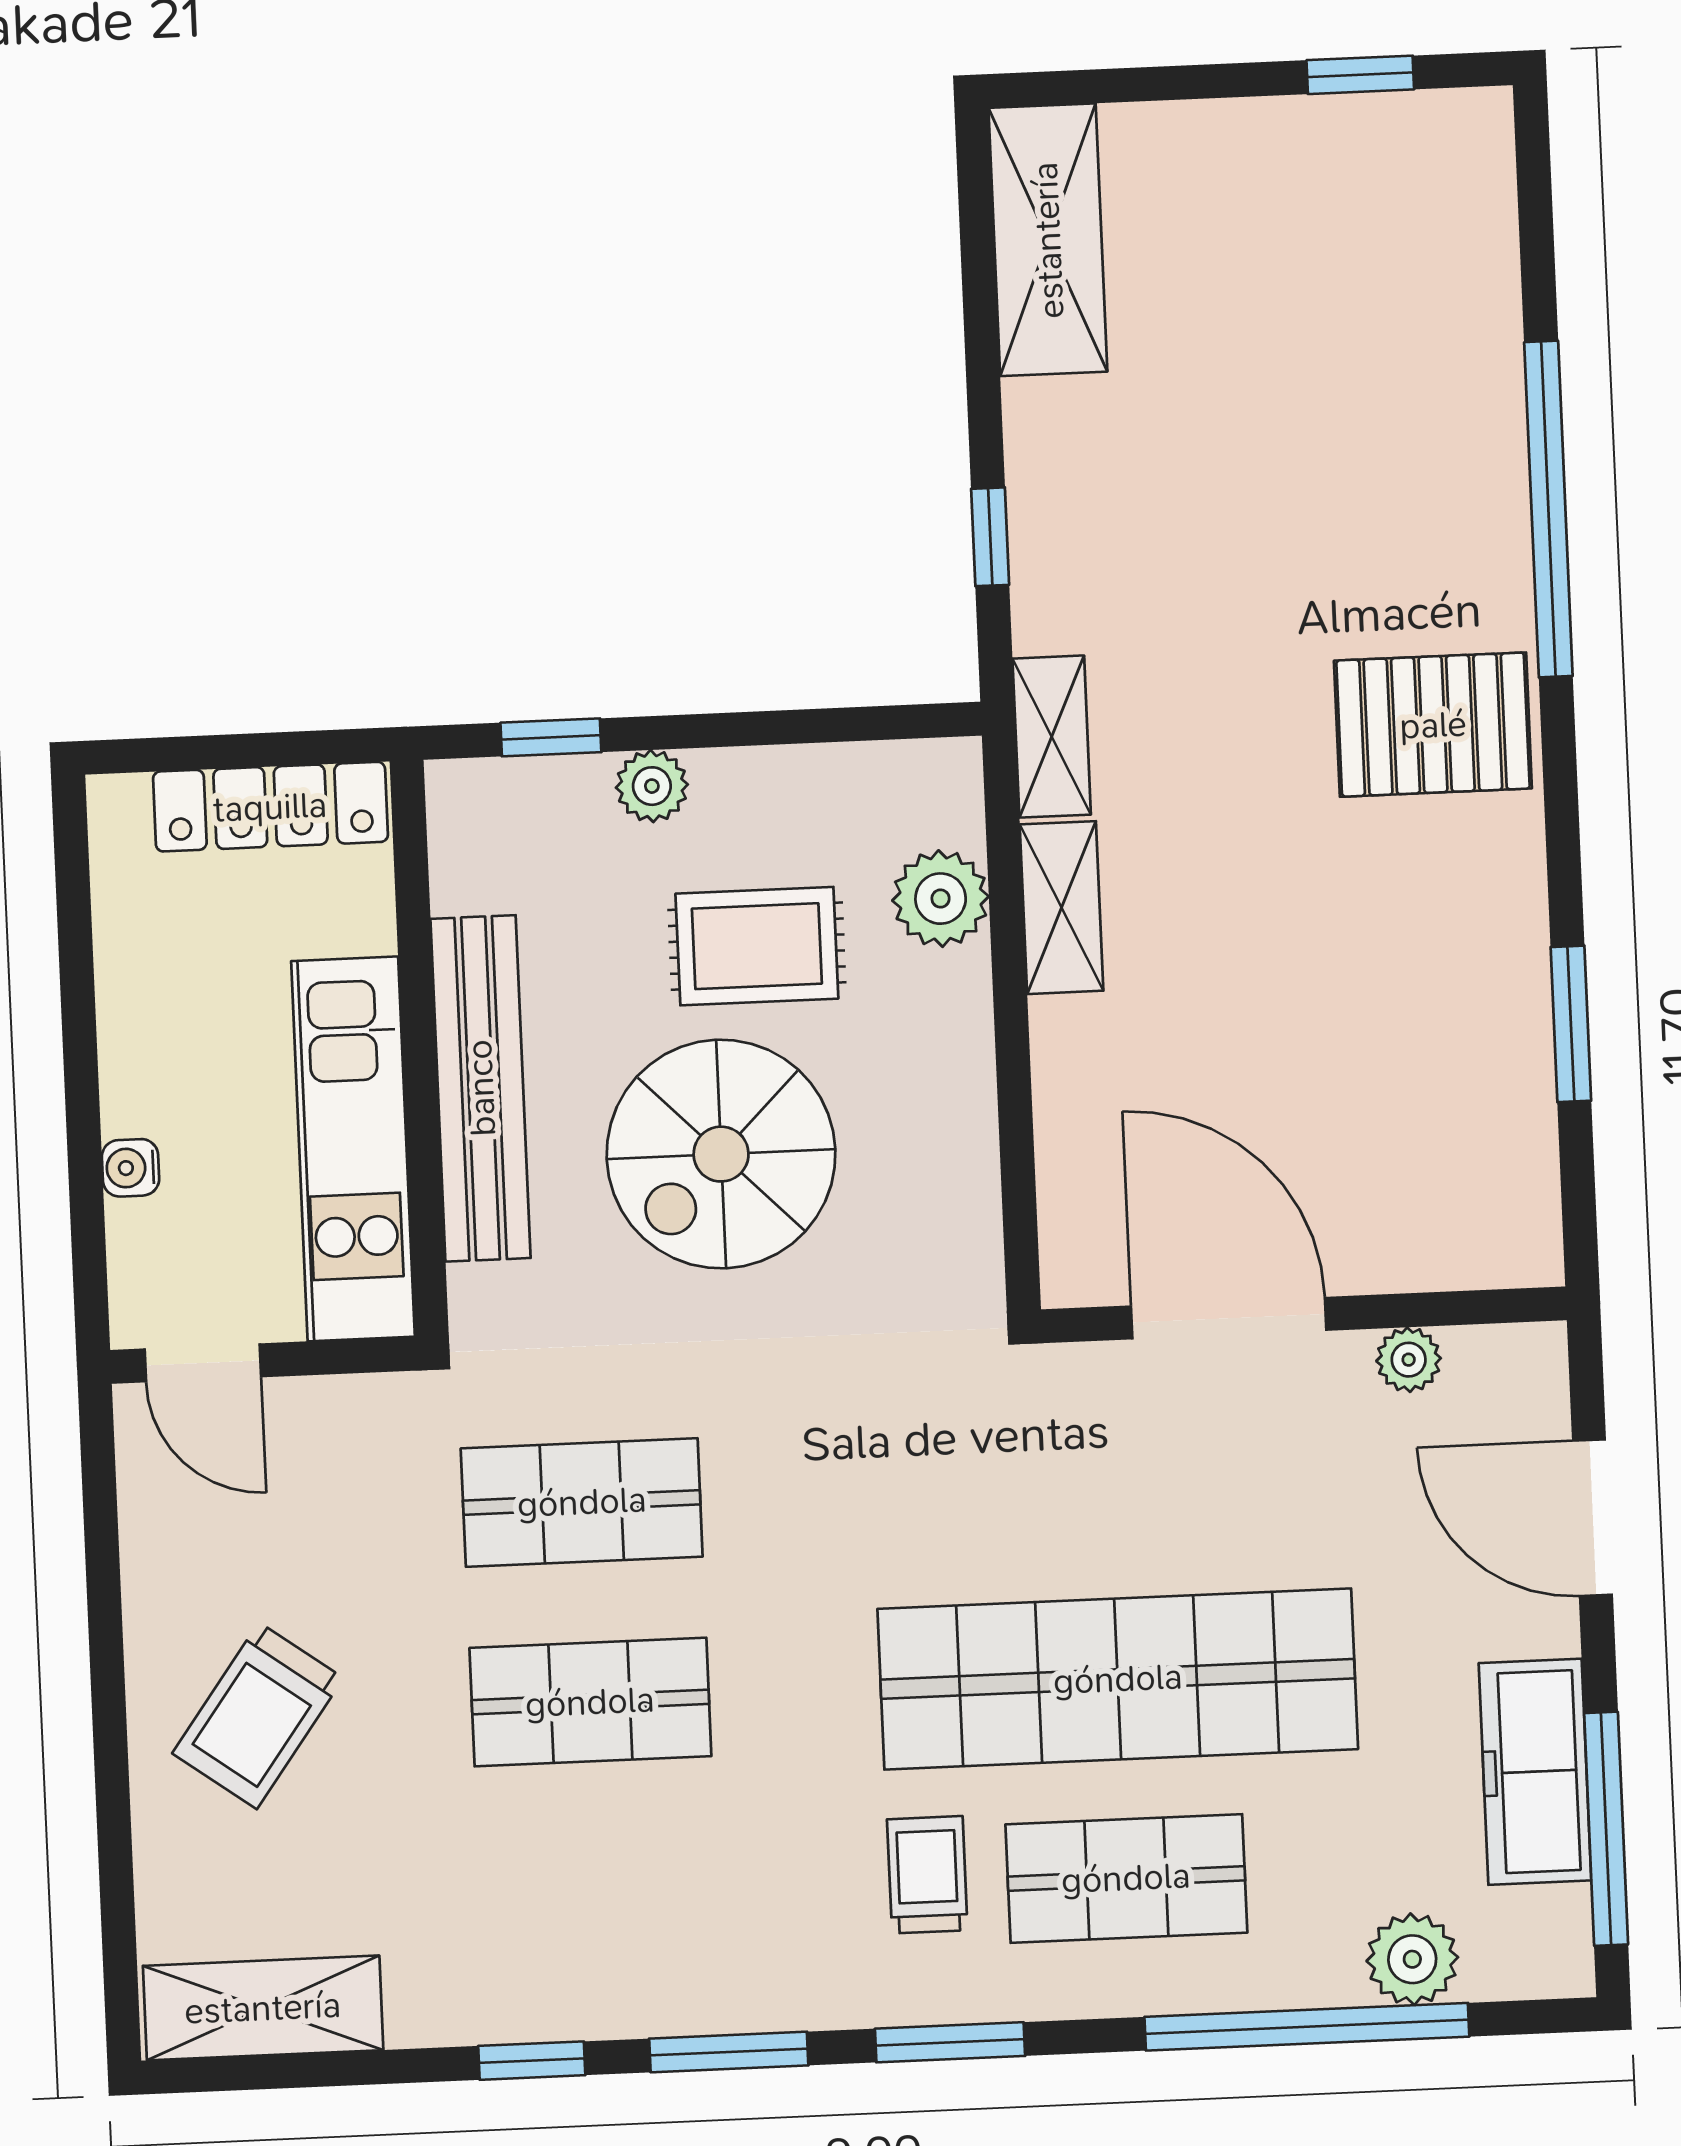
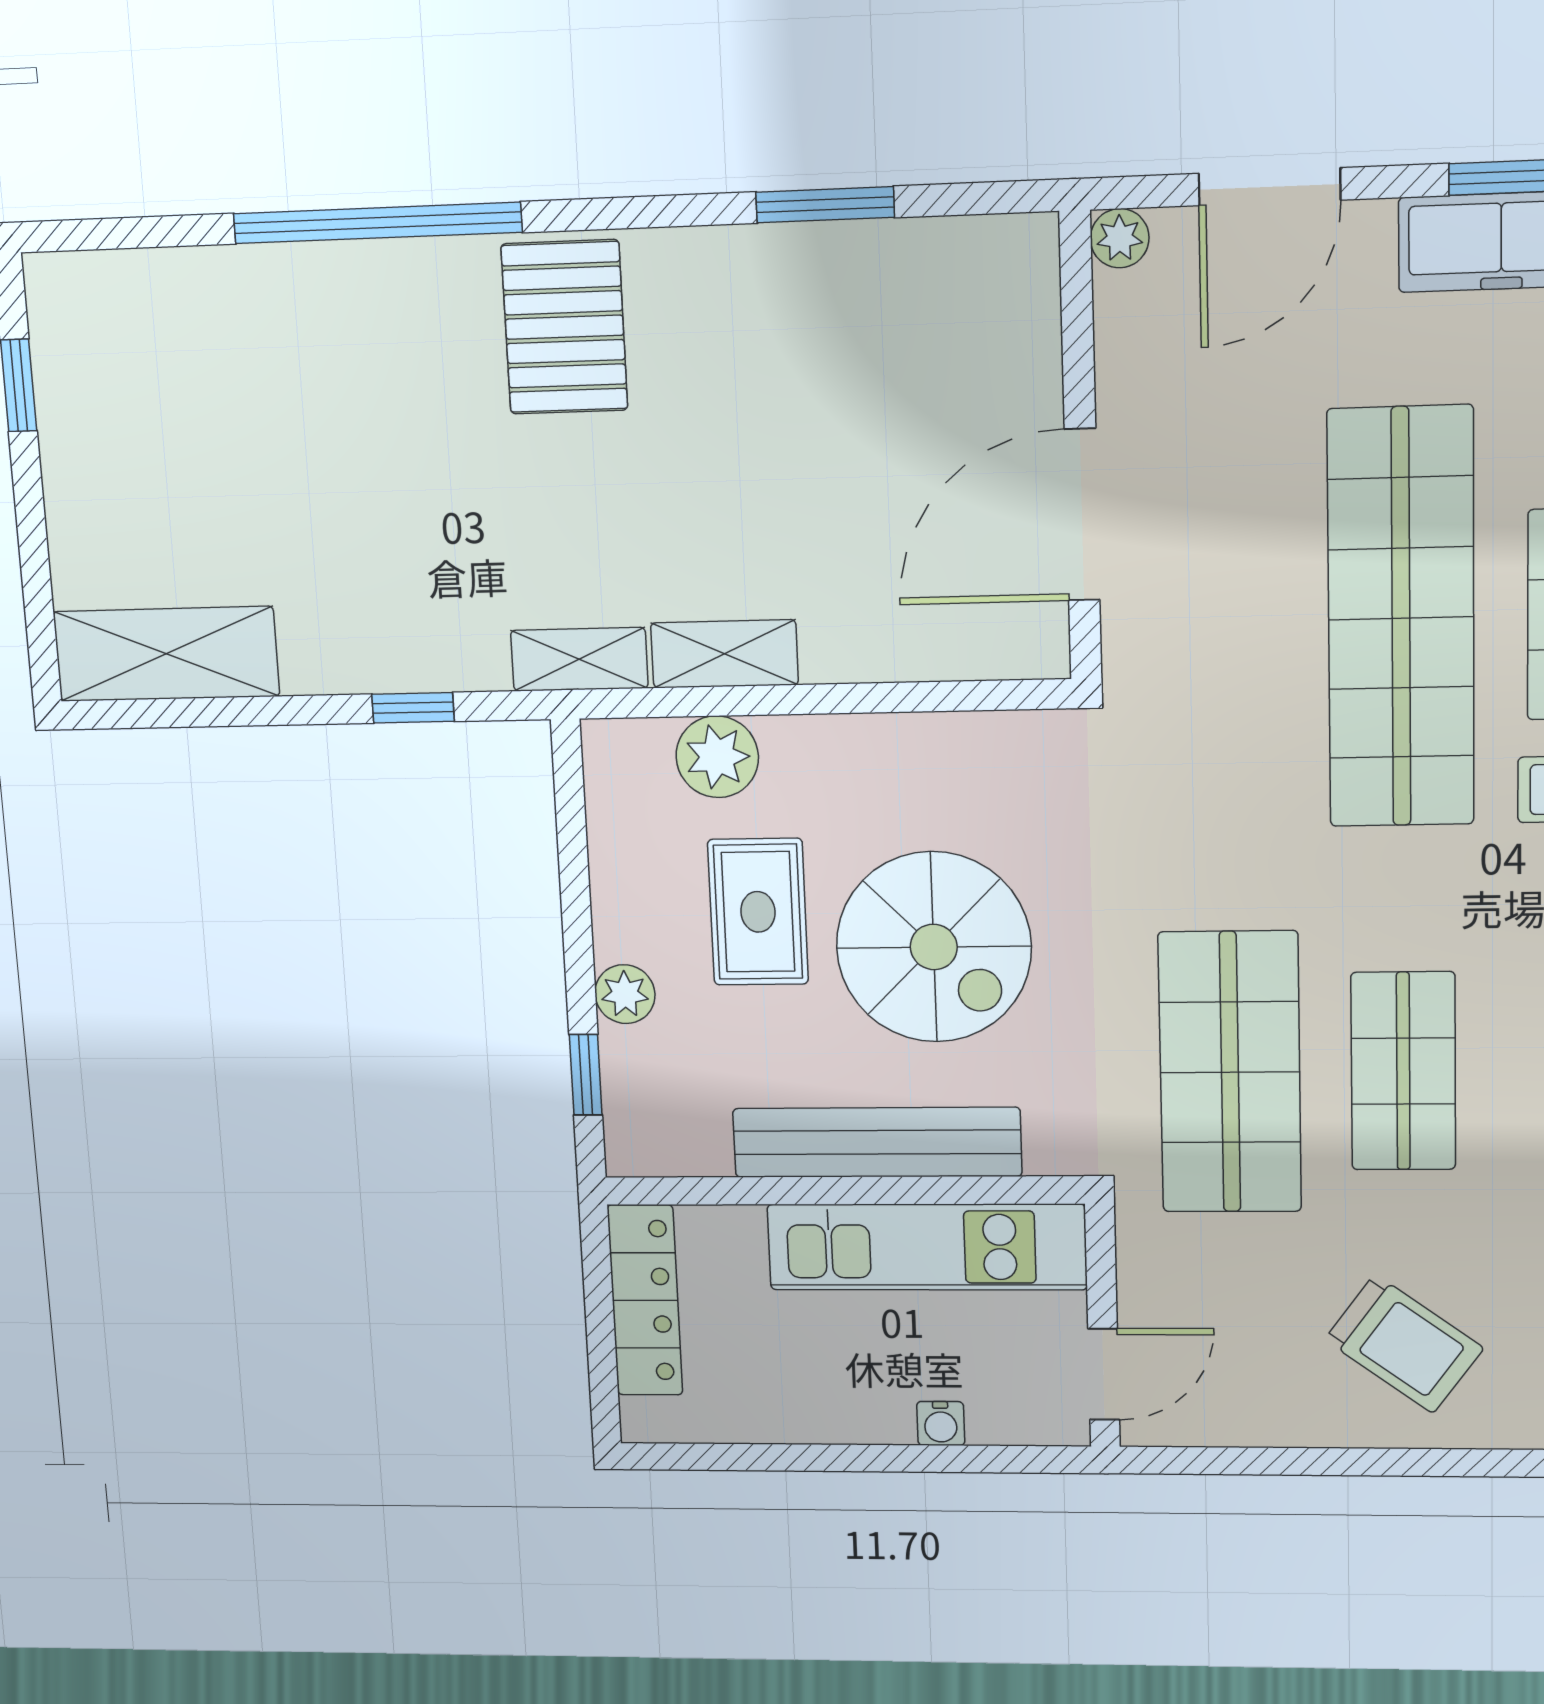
plant: (1409, 1360) -> (1120, 238), moved
shop shelf: (582, 1502) -> (1230, 1072), width x1.43, depth x1.36

